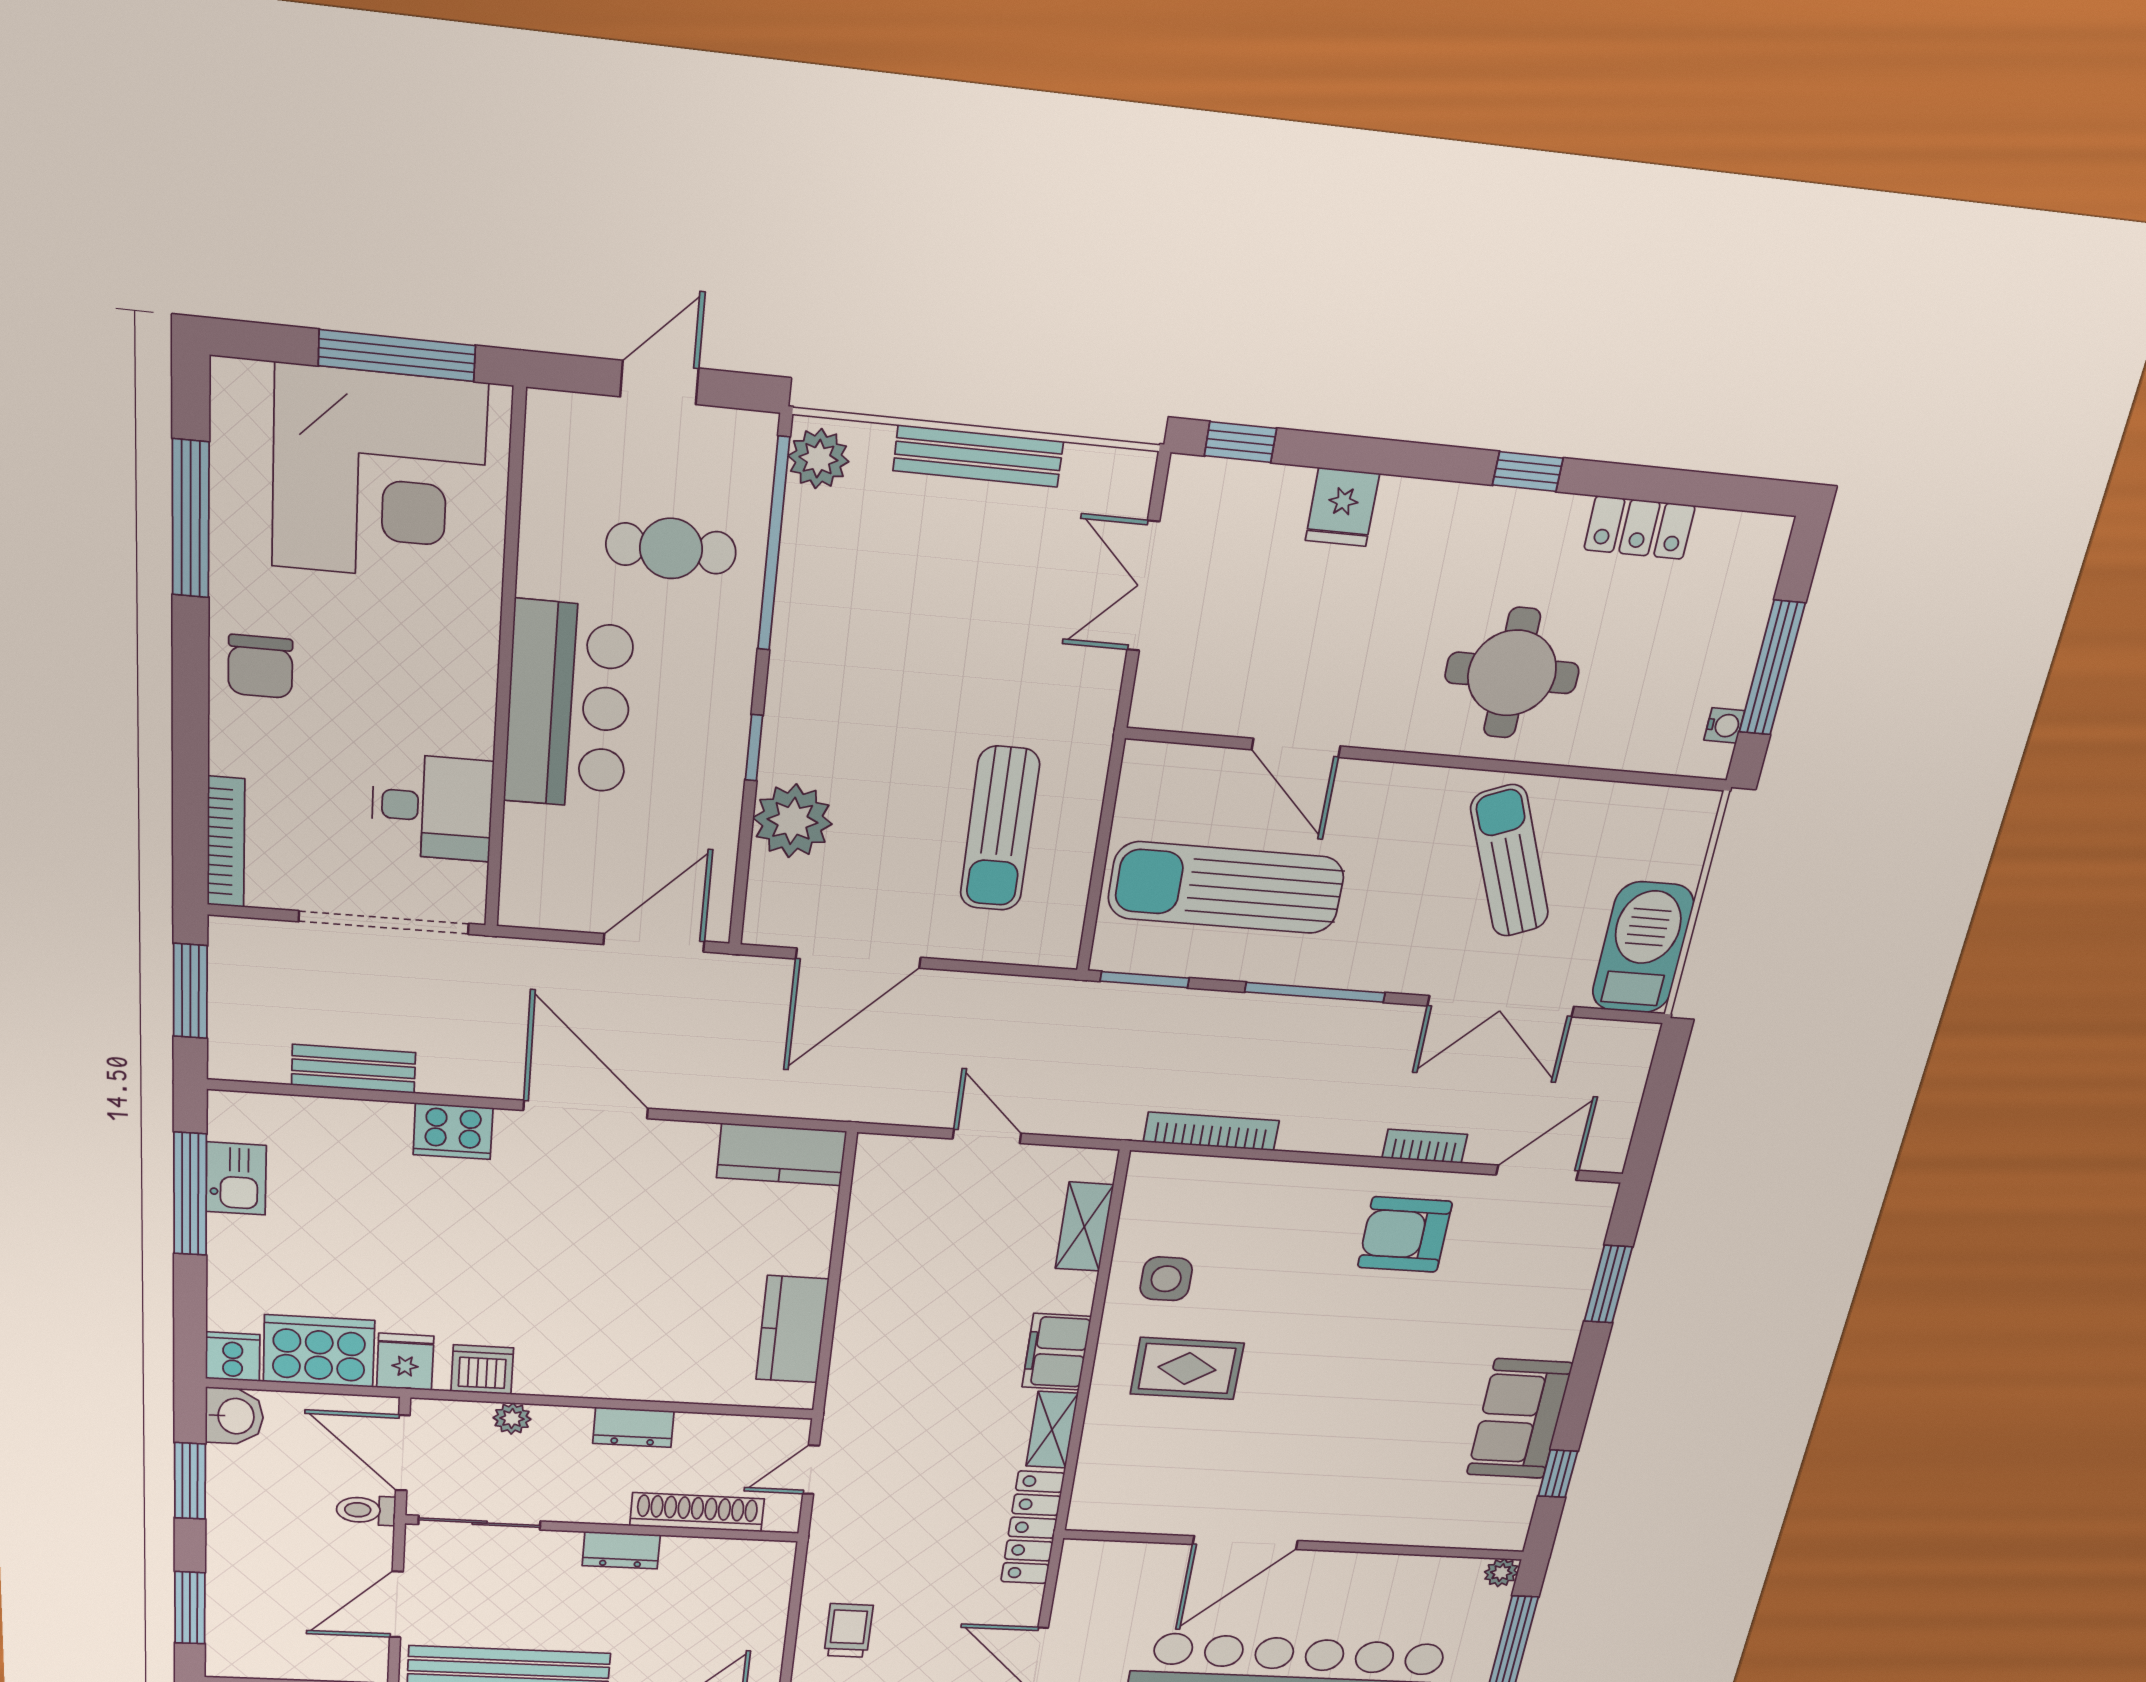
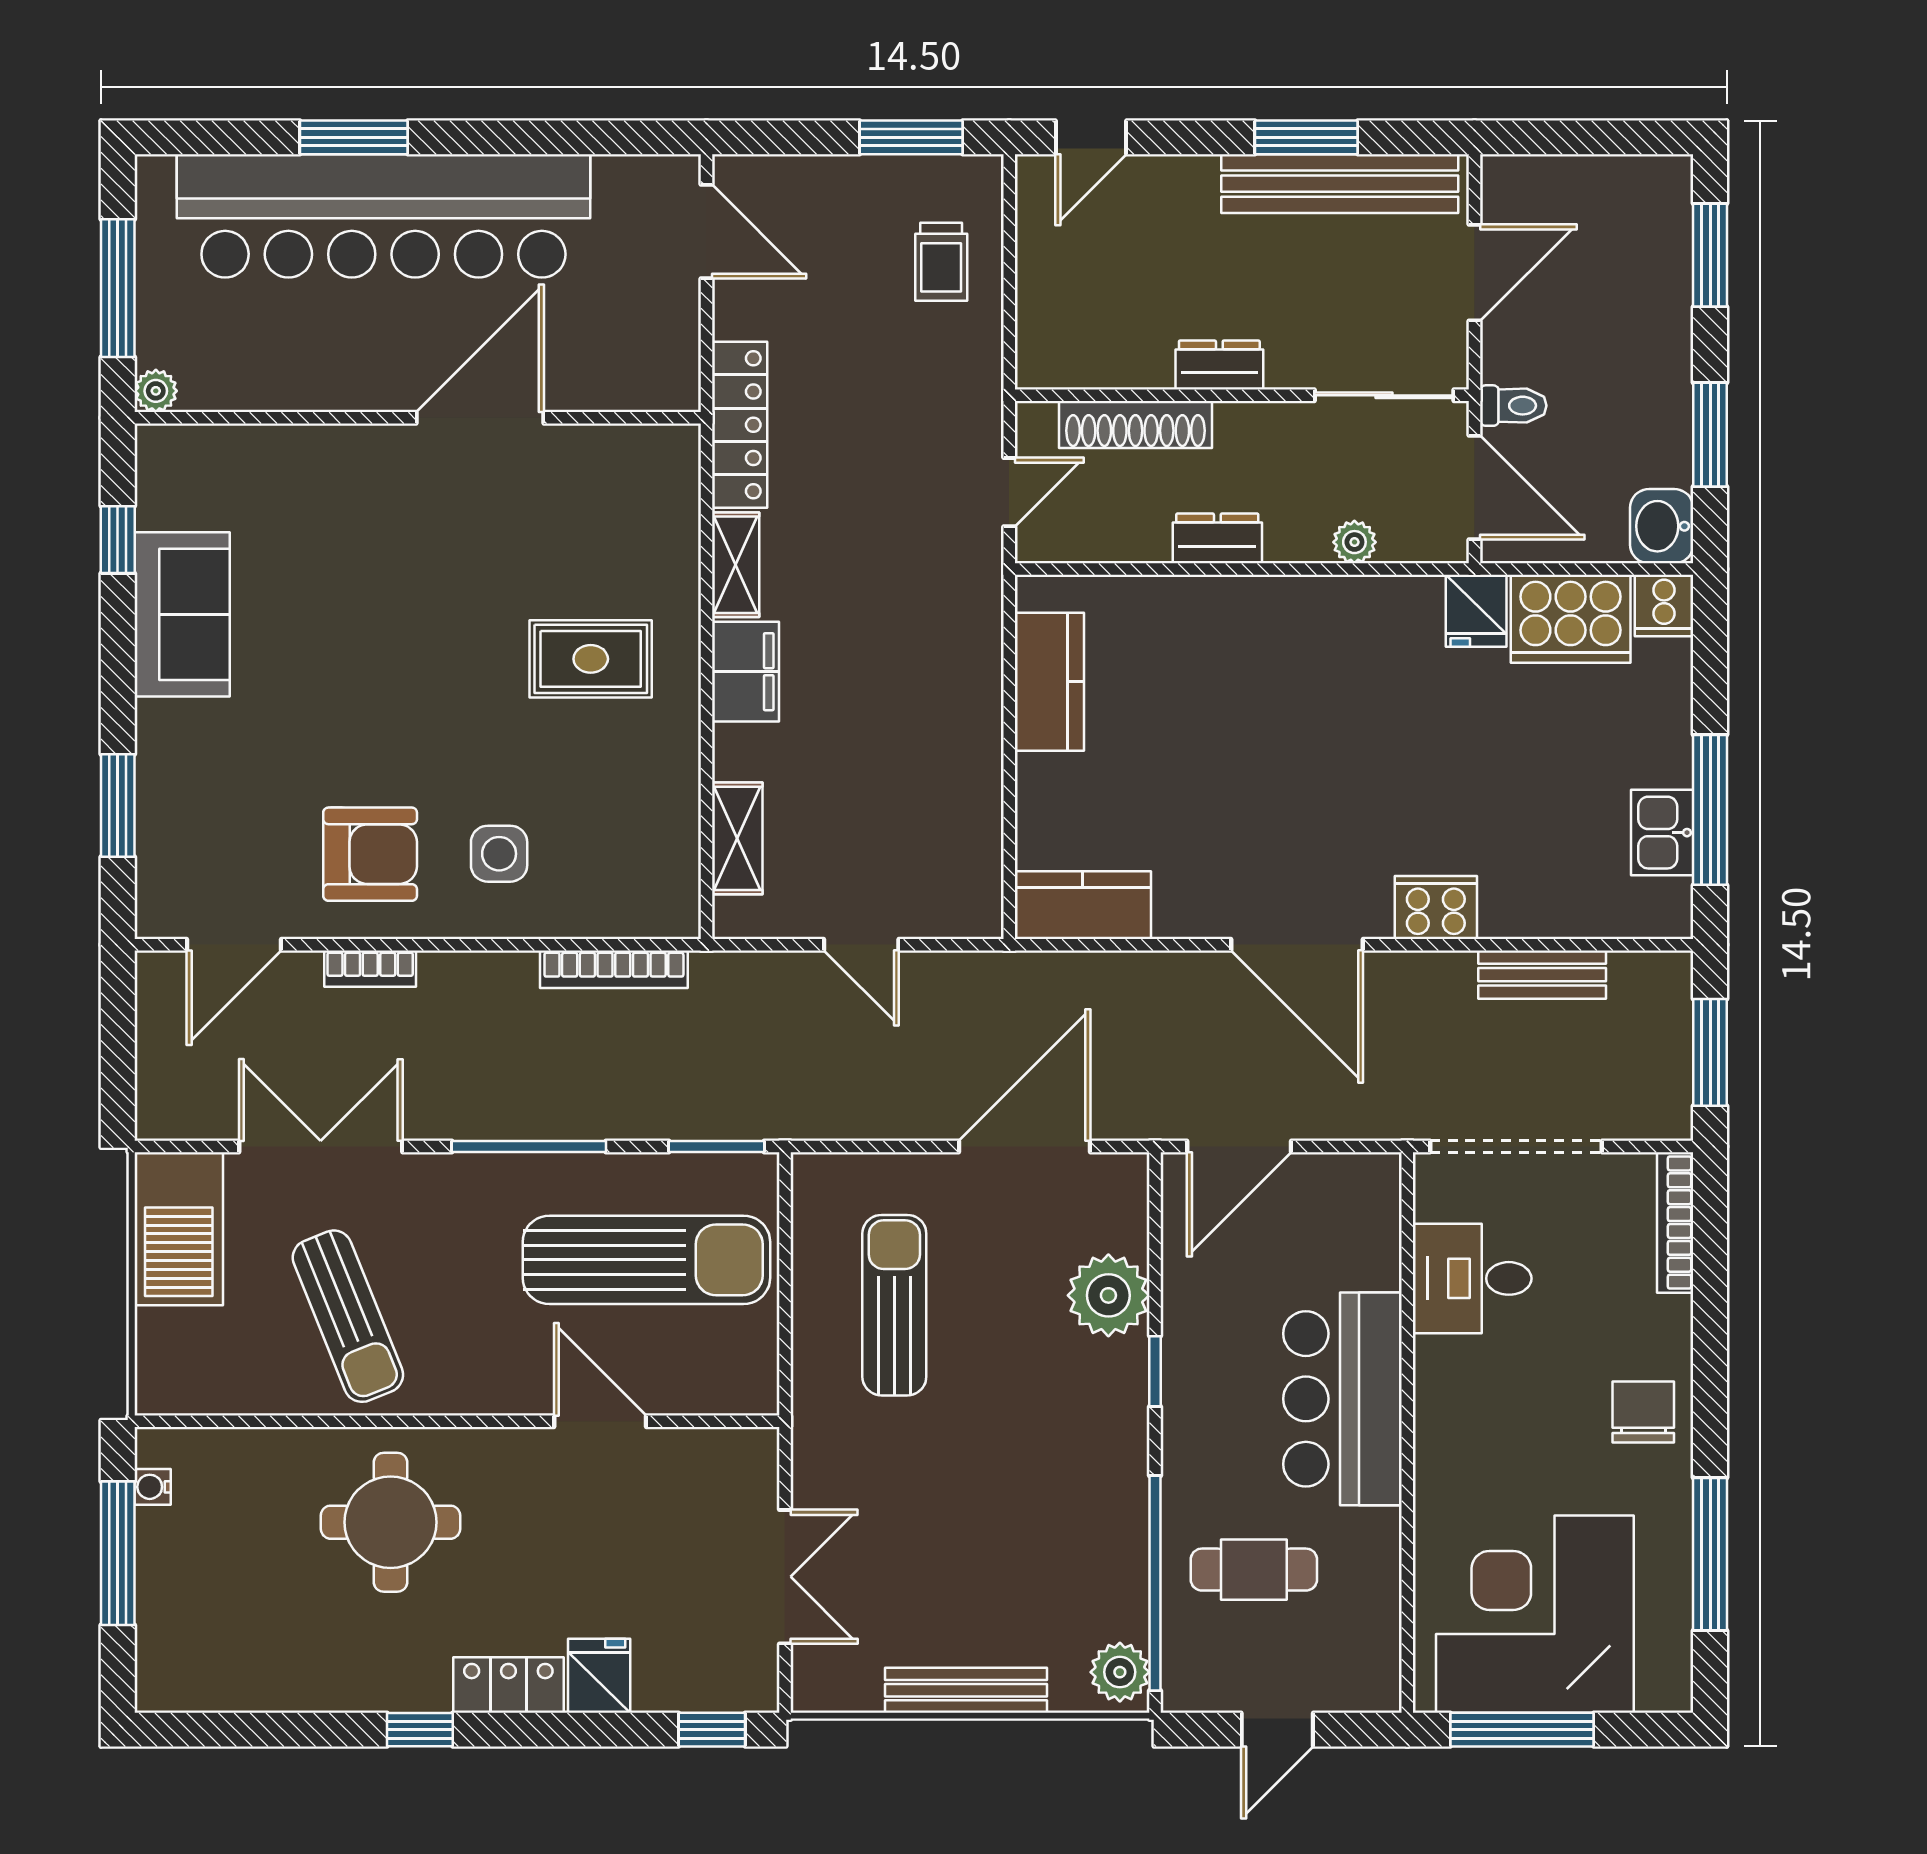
locker: (1639, 528) -> (508, 1685), moved
side table: (1166, 1279) -> (499, 854), moved
dishwasher: (482, 1370) -> (1391, 606), removed

